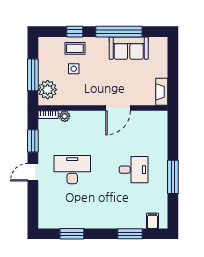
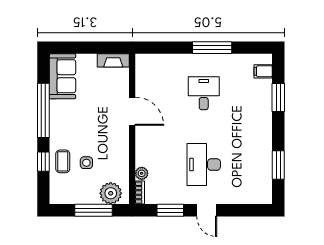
sofa: (129, 48) -> (62, 76), moved

